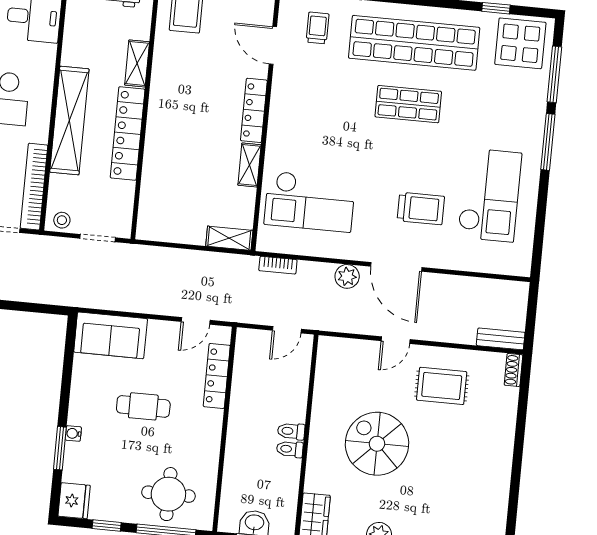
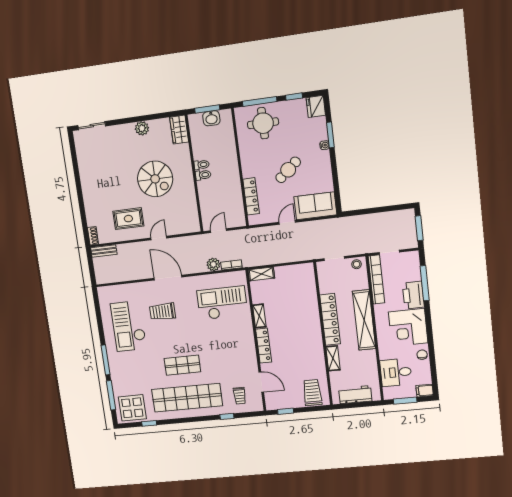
plant: (347, 276) -> (213, 264), moved
door: (196, 321) -> (287, 222), moved
cafe table: (143, 406) -> (288, 170), turned -40

